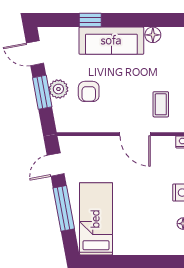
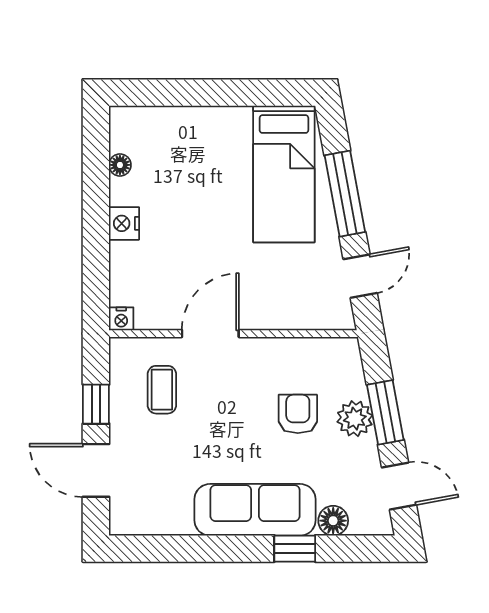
floor lamp: (153, 35) -> (333, 521), moved
door: (135, 134) -> (210, 334), hinge flipped

